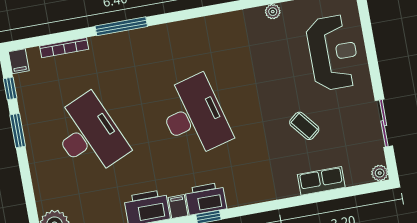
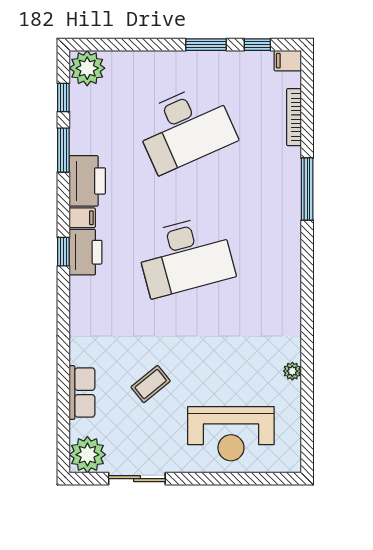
plant: (380, 173) -> (87, 455), width x1.88, depth x1.88

